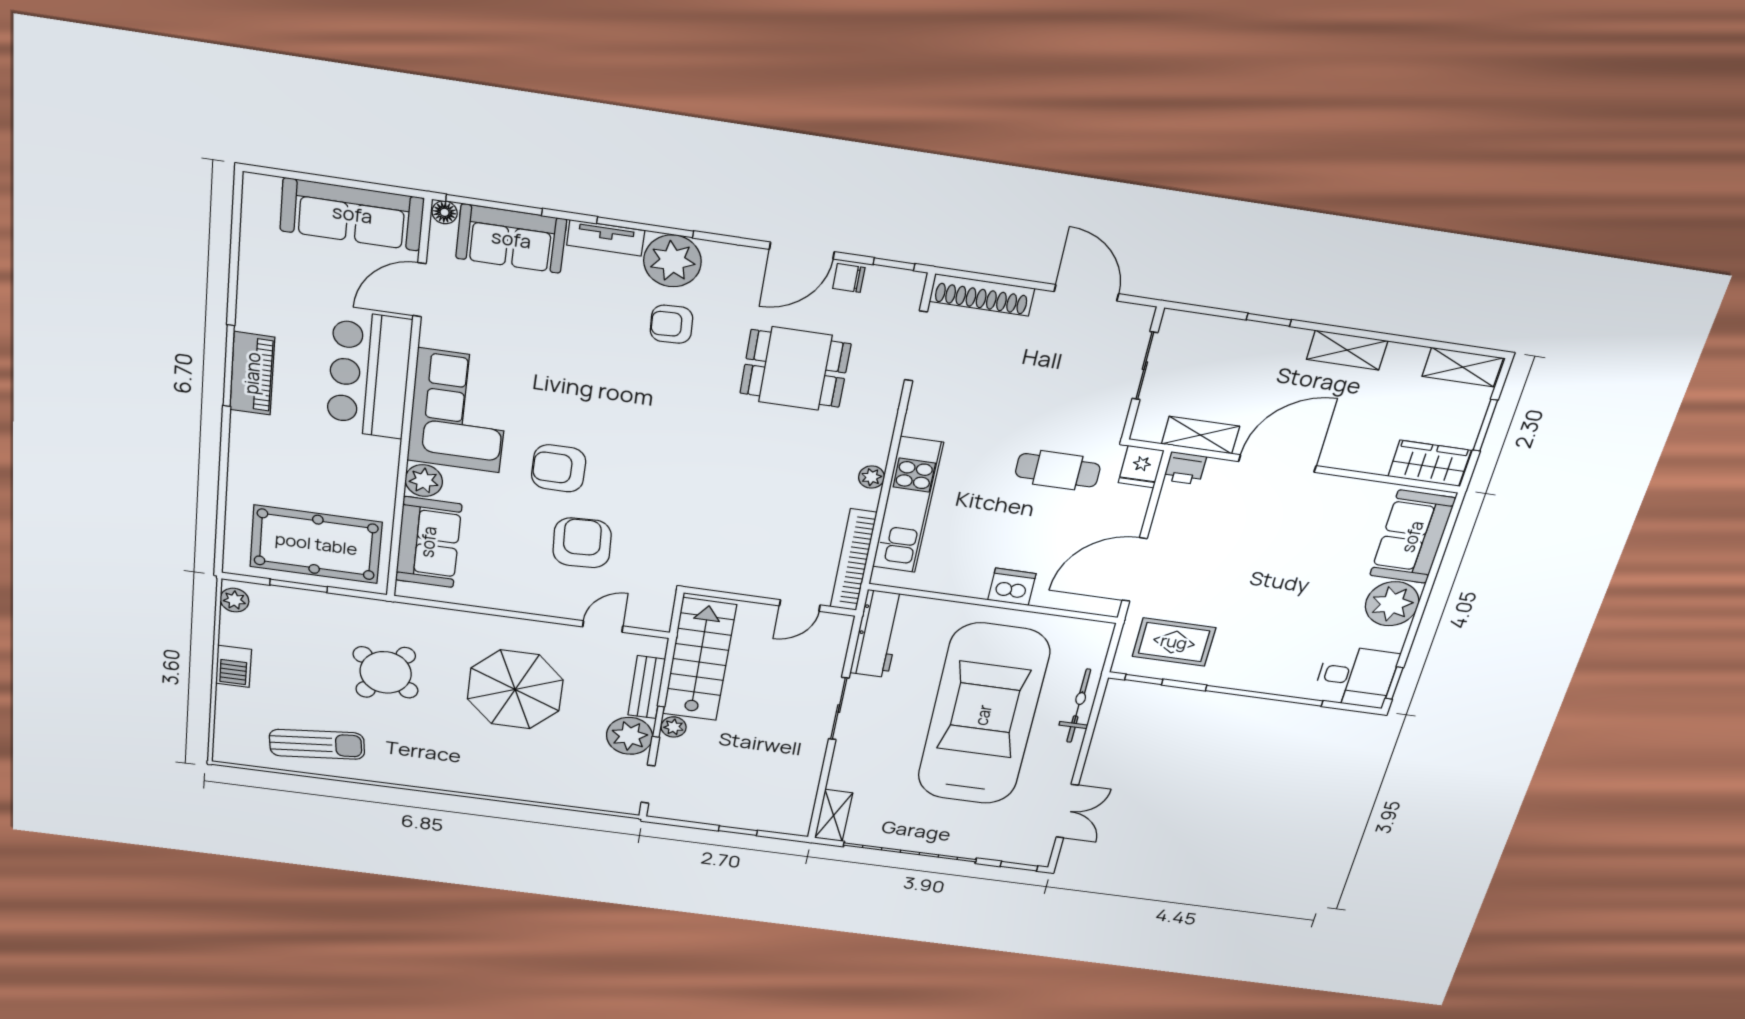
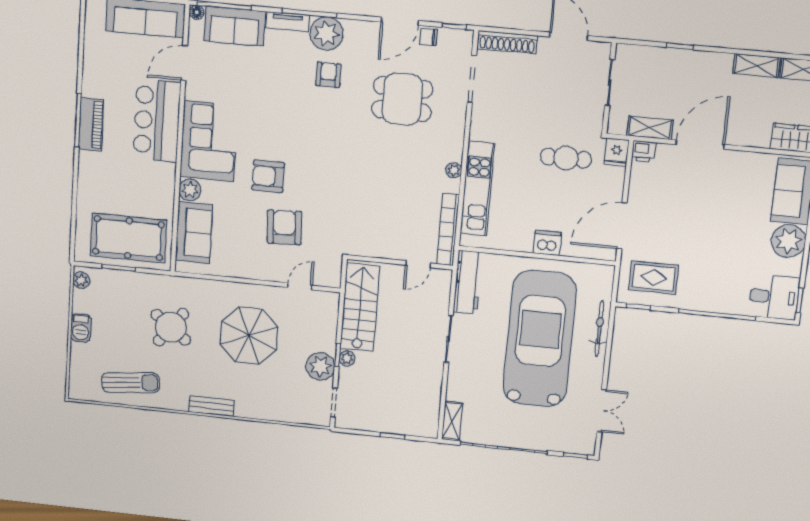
armchair: (671, 324) -> (328, 75), turned 93
shelving: (1347, 350) -> (756, 66), moved
bench: (647, 687) -> (211, 406), moved, turned 90

